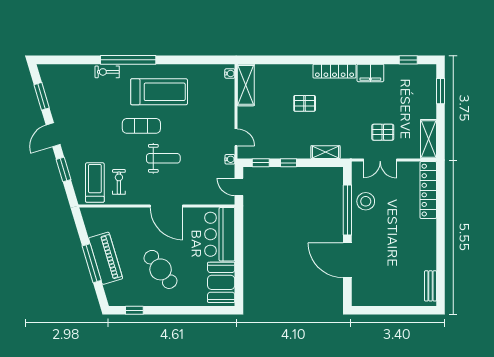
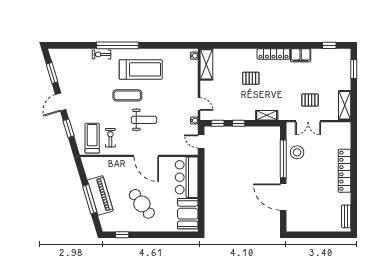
locker: (428, 190) -> (344, 171), moved

